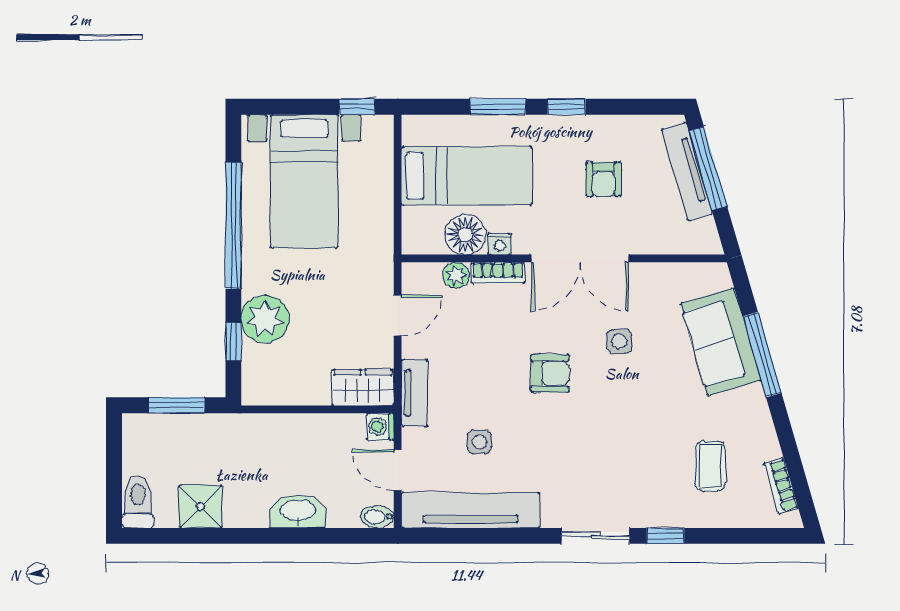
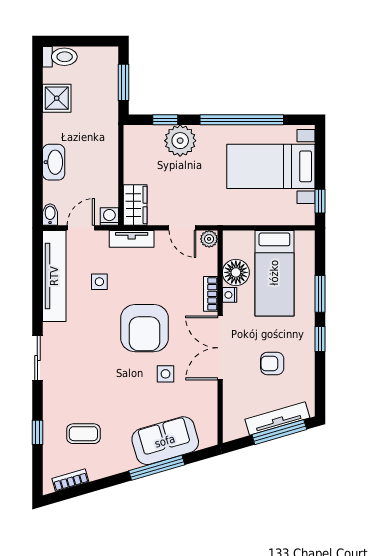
plant: (456, 275) -> (209, 239), moved
armchair: (550, 373) -> (144, 328), width x1.88, depth x1.88
window: (665, 536) -> (37, 432), moved

